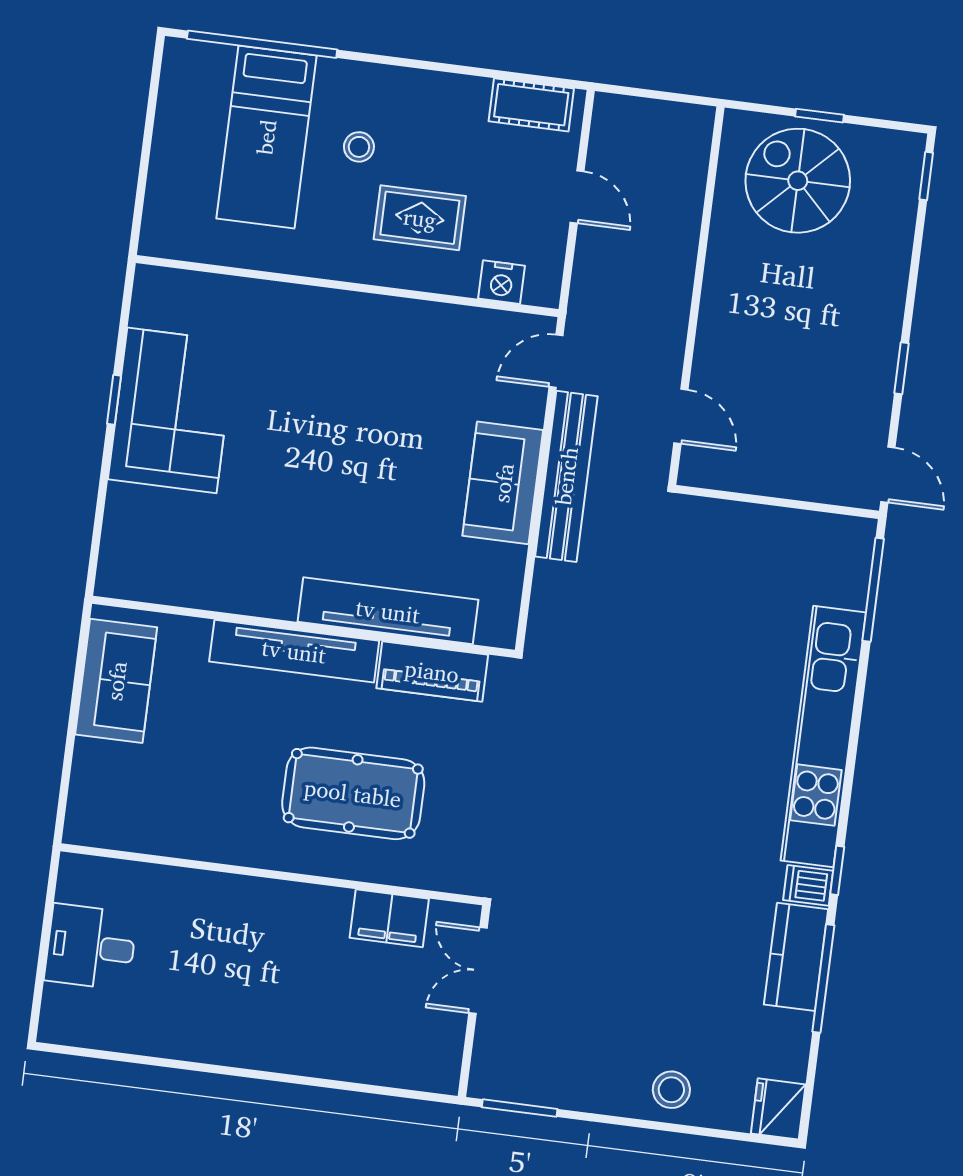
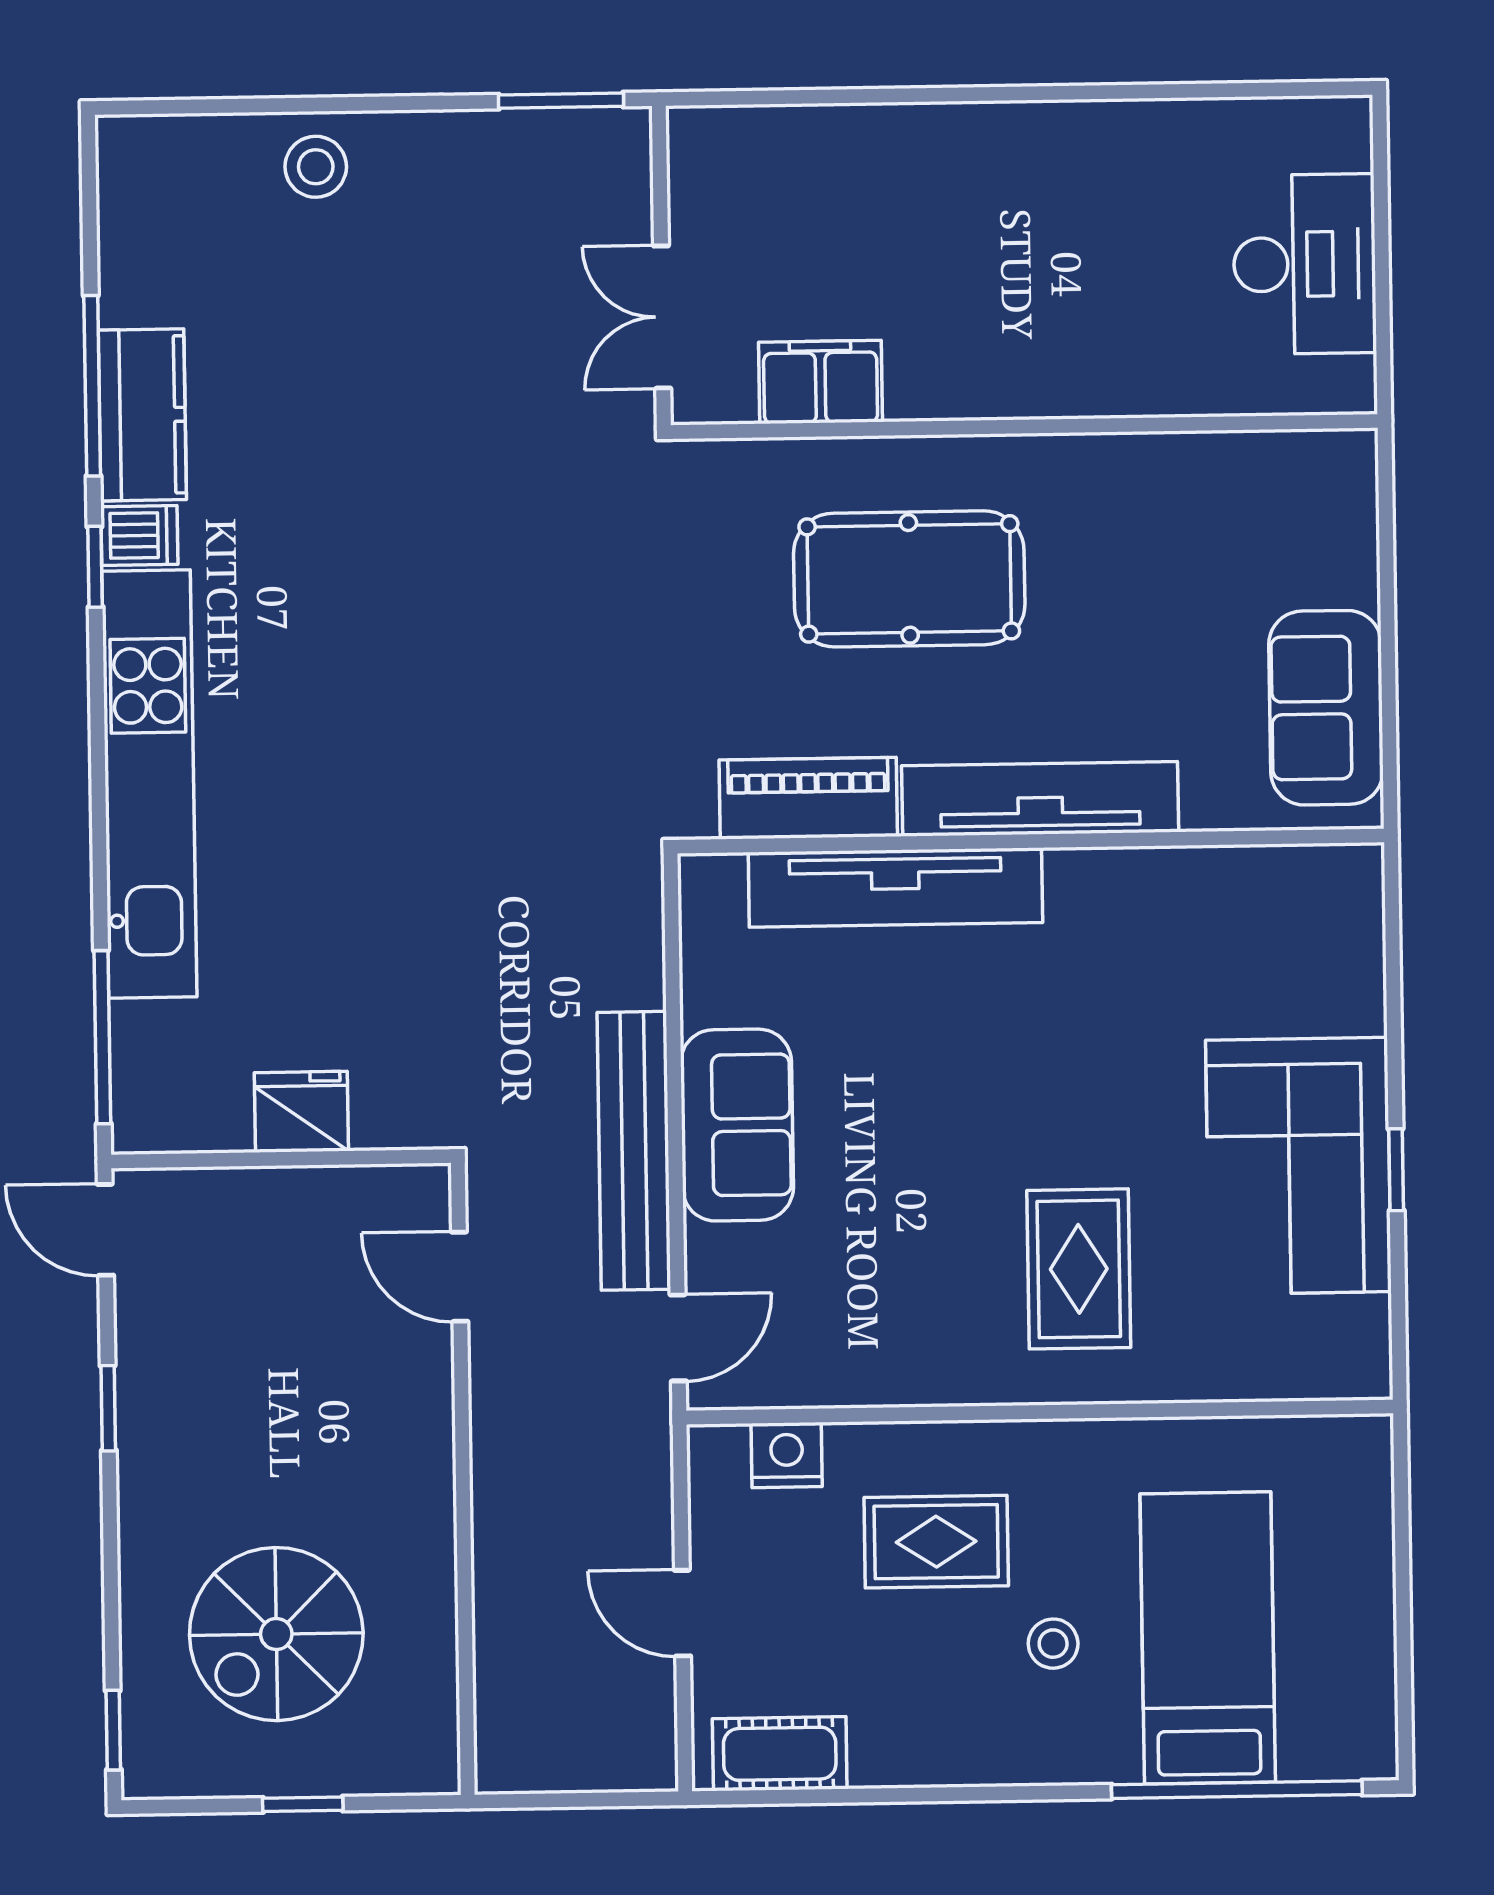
spiral stairs: (798, 181) -> (276, 1634), moved, turned 90
rug: (312, 368) -> (1079, 1269), added
desk: (91, 947) -> (1305, 264), width x1.37
double door: (478, 970) -> (662, 317), swing flipped
fridge: (778, 1109) -> (301, 1112), moved, turned -90

